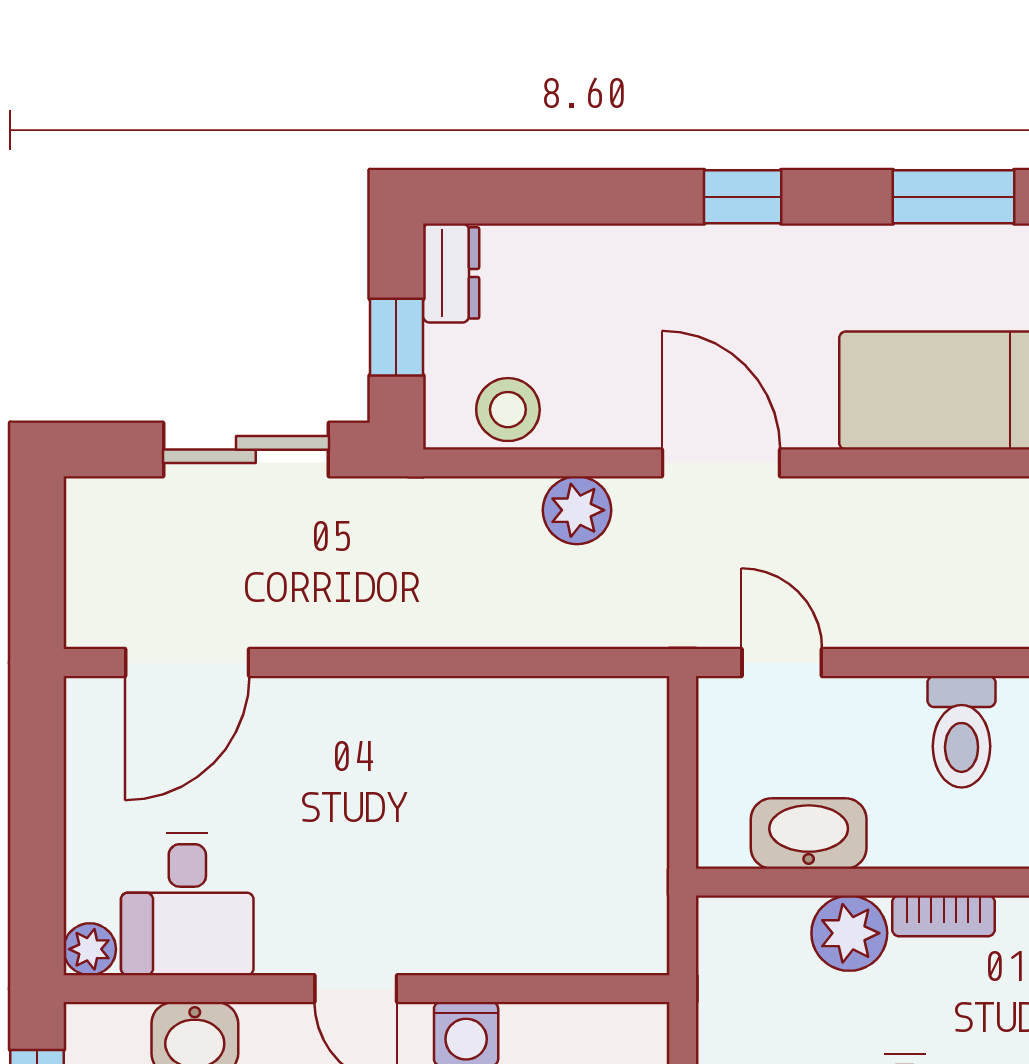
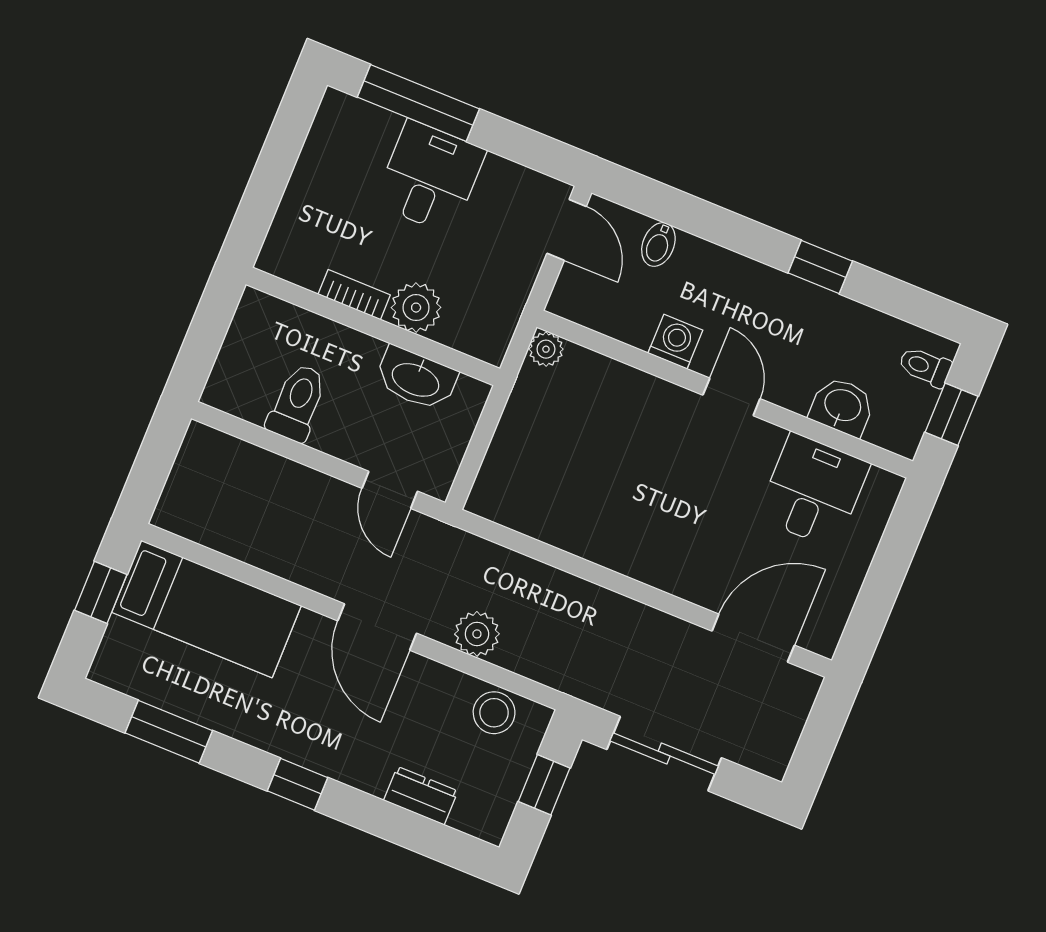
dresser: (451, 273) -> (421, 796), moved, turned 90
plant: (90, 949) -> (546, 349), moved

